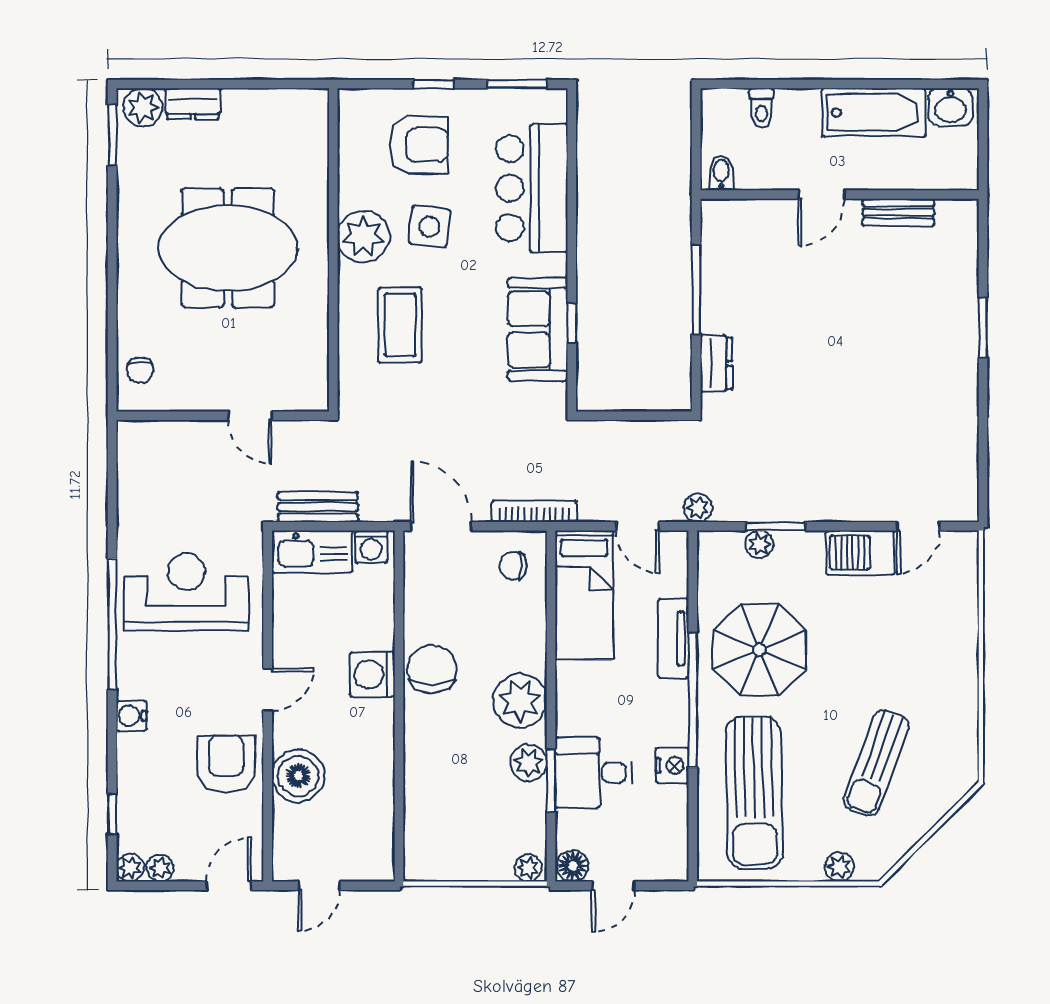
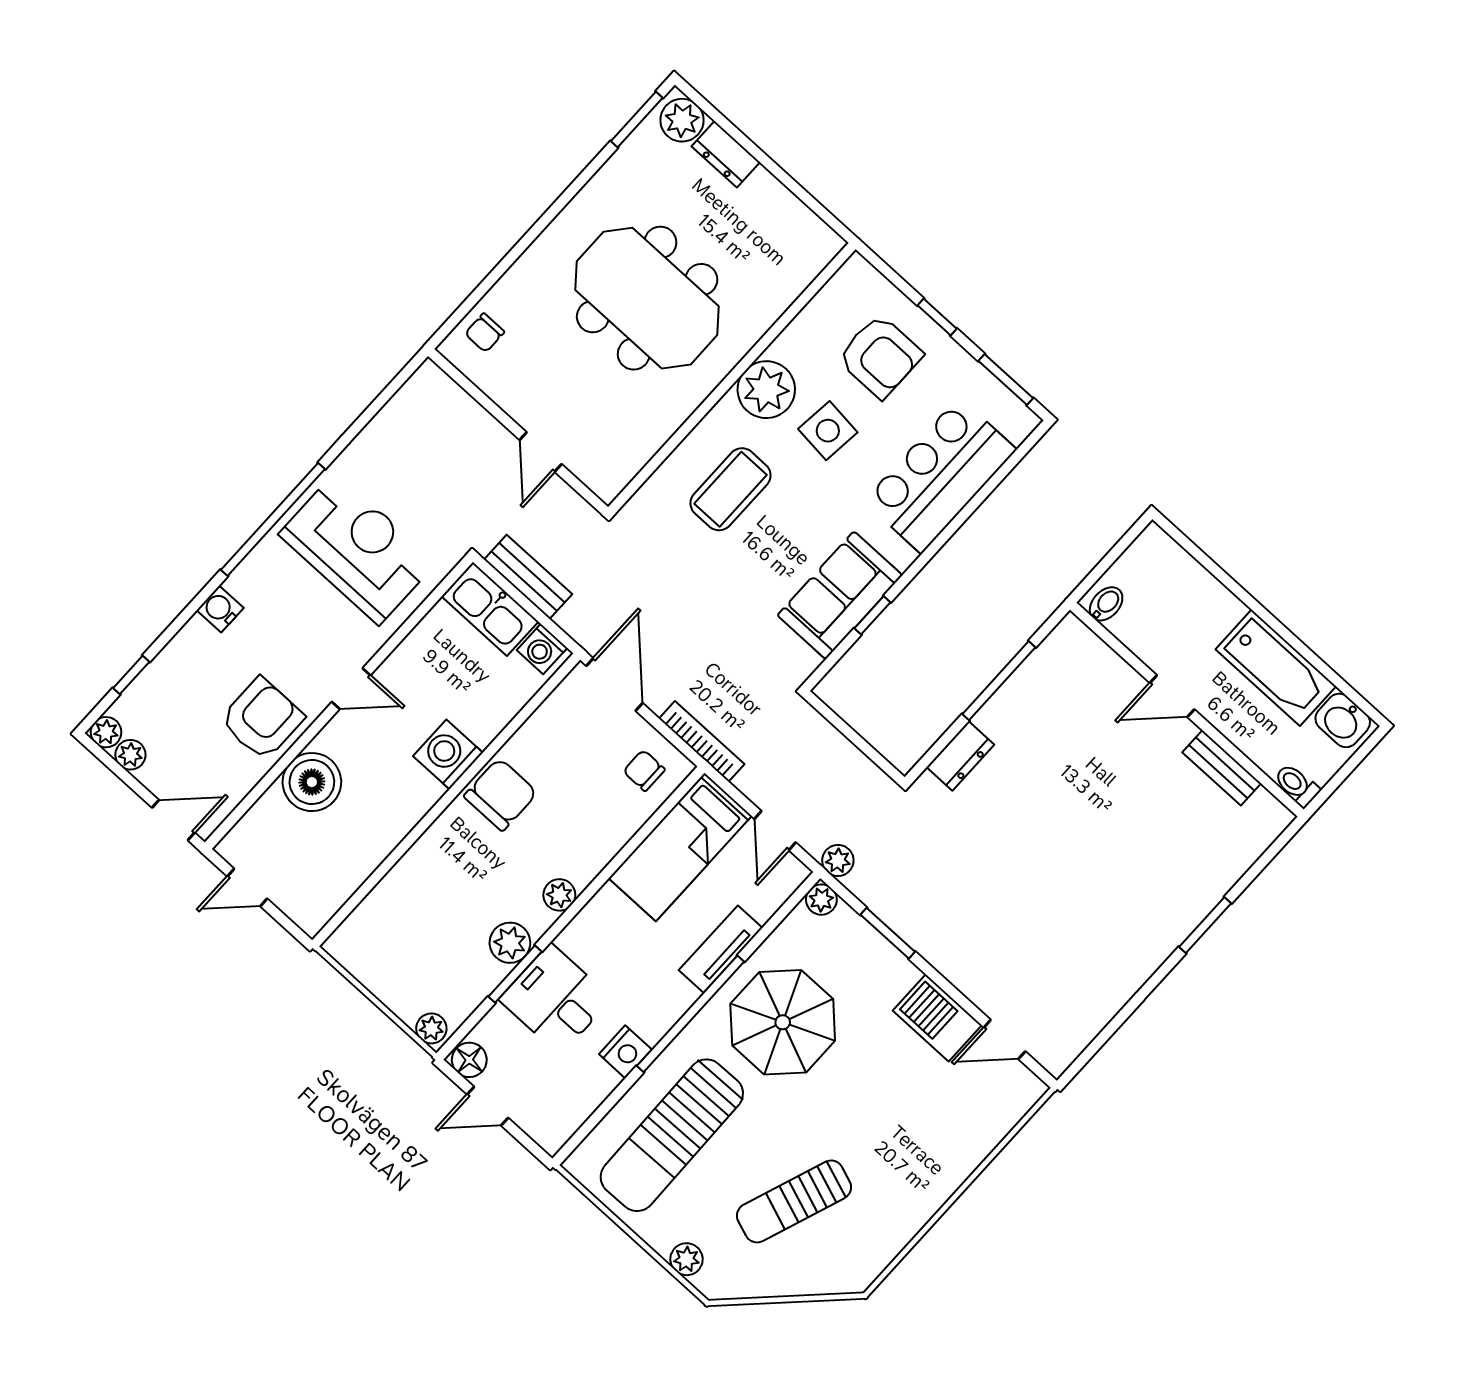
toilet: (761, 108) -> (1297, 785), moved, turned 90
plant: (759, 544) -> (821, 900), moved
plant: (520, 701) -> (559, 895), width x0.53, depth x0.53

